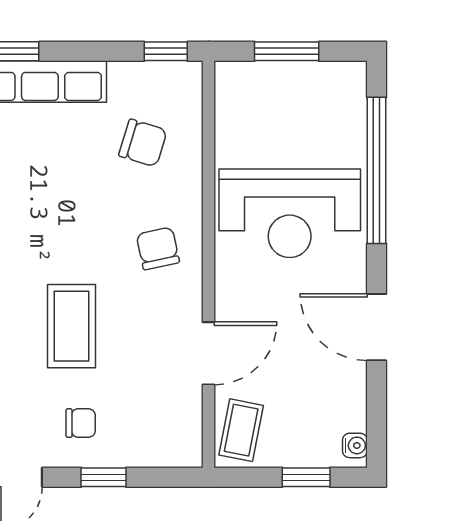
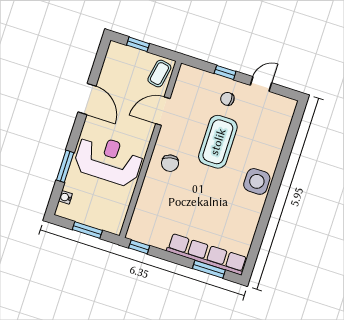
chair: (143, 143) -> (162, 211), removed
window: (377, 170) -> (65, 166), width x0.47
coffee table: (72, 326) -> (218, 142), width x1.36, depth x1.32
water cooler: (355, 445) -> (65, 197), moved

